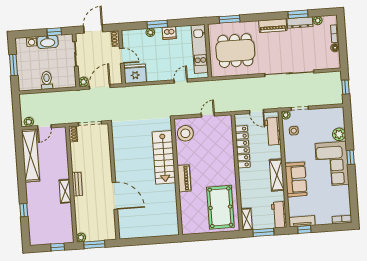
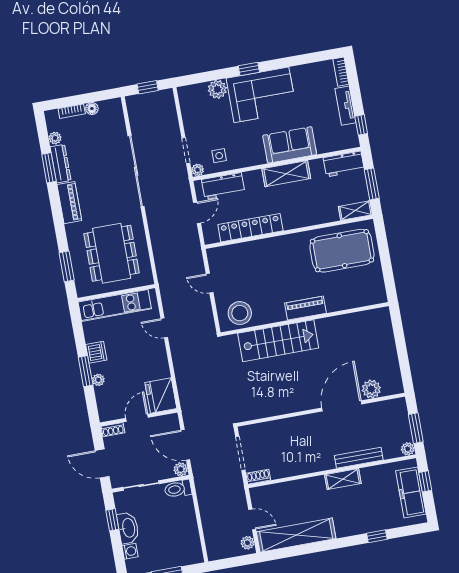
toilet: (47, 80) -> (178, 489), moved
bench: (77, 184) -> (359, 458), moved, width x1.36
plant: (124, 217) -> (371, 389), added
tv unit: (302, 221) -> (345, 106), moved
freezer: (51, 237) -> (411, 492), added

